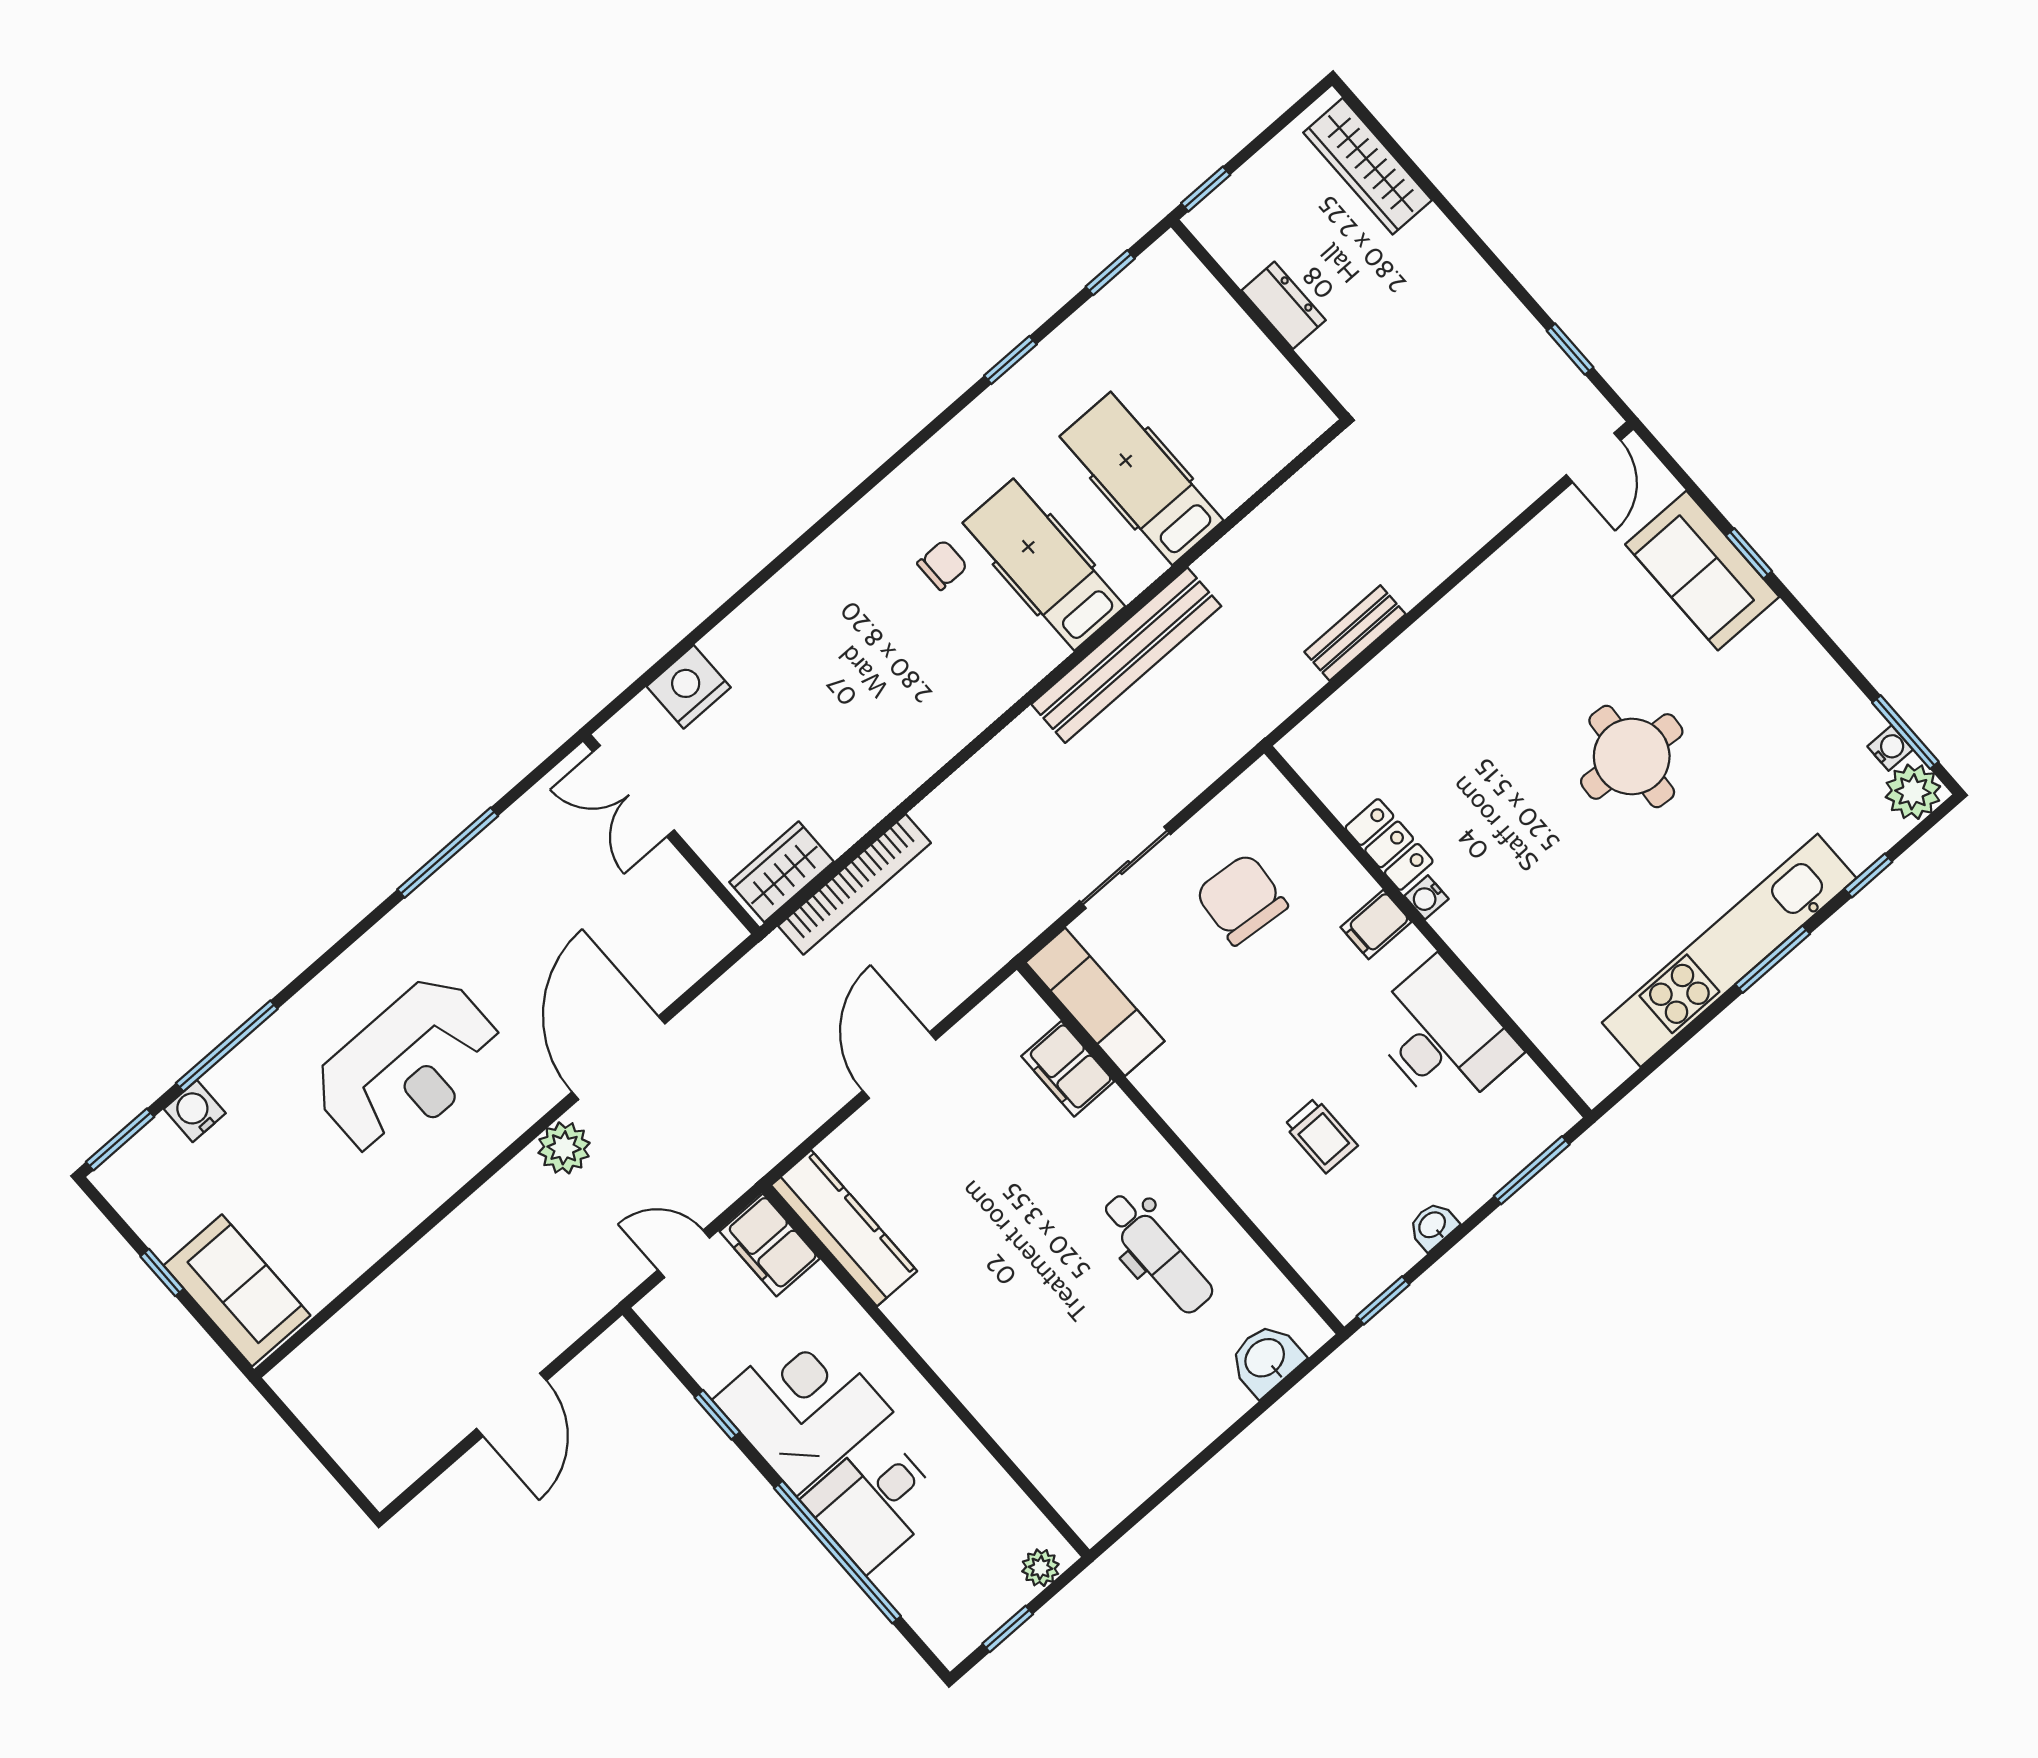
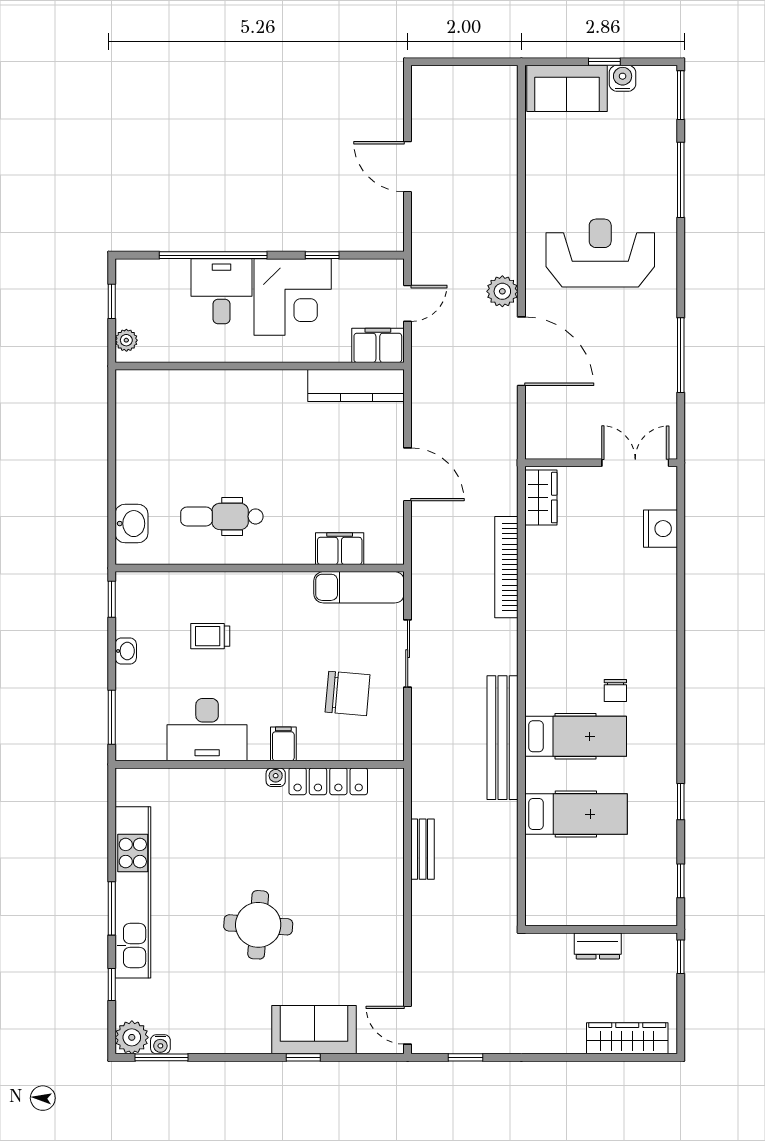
locker: (1389, 844) -> (328, 781), width x1.53
bookcase: (854, 884) -> (506, 567), moved
reception desk: (408, 1067) -> (600, 253), turned 90
water cooler: (195, 1111) -> (623, 78), moved, turned -90

